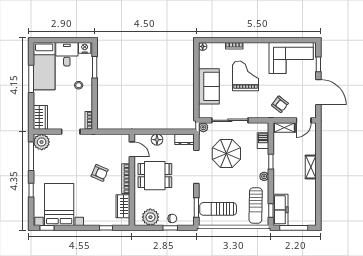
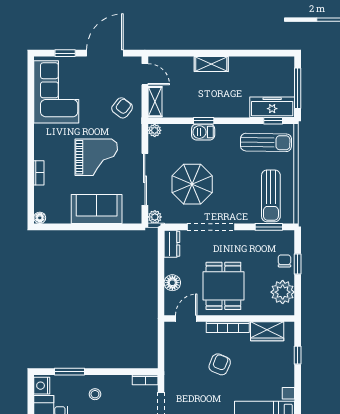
grand piano: (246, 76) -> (96, 157), moved, turned 180
barbecue: (263, 141) -> (203, 132), moved
plant: (264, 176) -> (155, 130), moved

